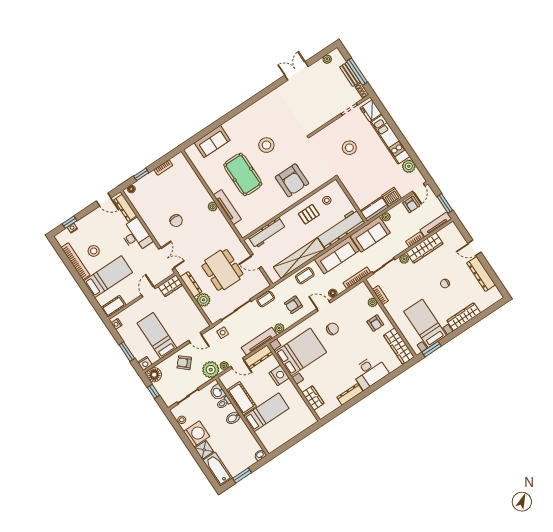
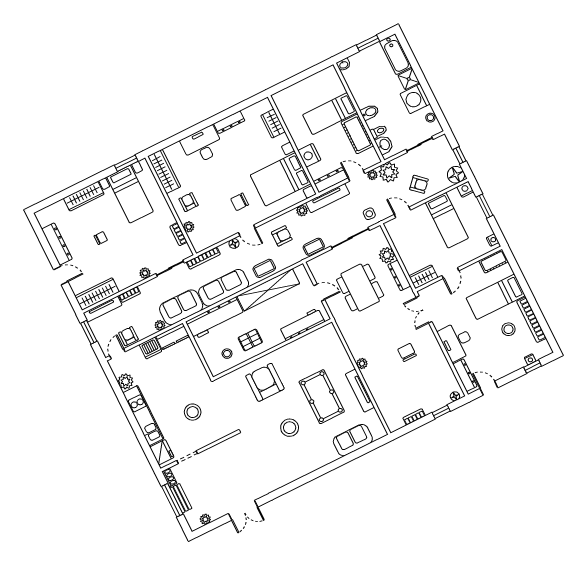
tv unit: (227, 207) -> (360, 391), moved
wardrobe: (425, 248) -> (97, 294), moved

